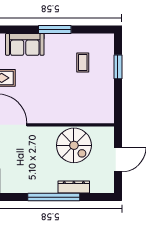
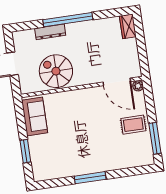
sofa: (25, 44) -> (35, 117), moved, turned 90
coffee table: (83, 62) -> (59, 150), removed

